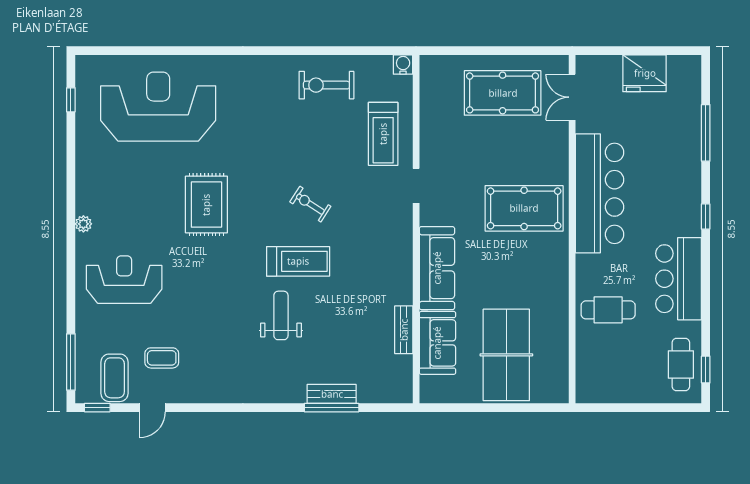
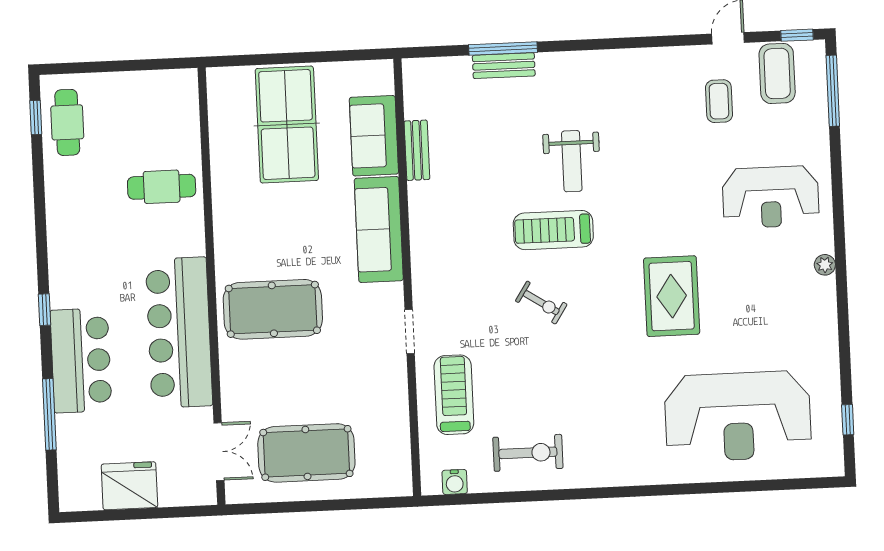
water cooler: (403, 65) -> (455, 482), moved
bar counter: (679, 279) -> (81, 360), moved
coffee table: (162, 358) -> (719, 101), turned 90

